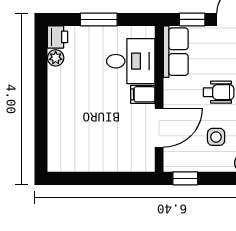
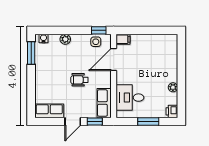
plant: (56, 58) -> (173, 87), moved
filing cabinet: (143, 94) -> (123, 39), moved
side table: (216, 137) -> (96, 42), moved

